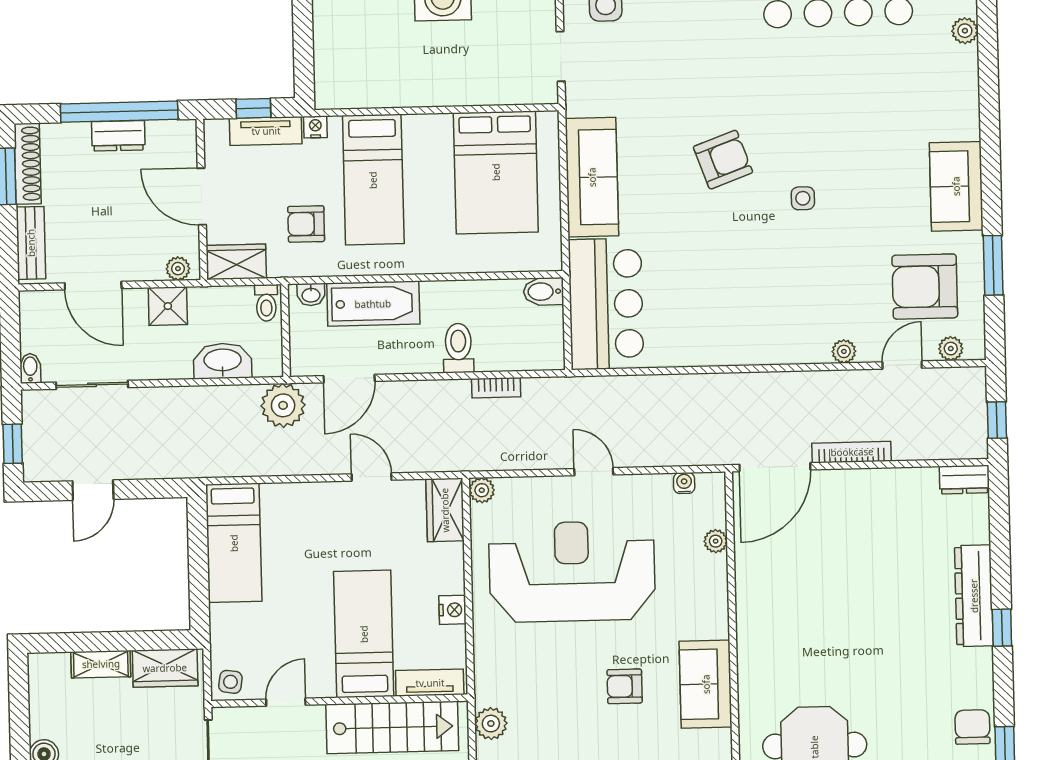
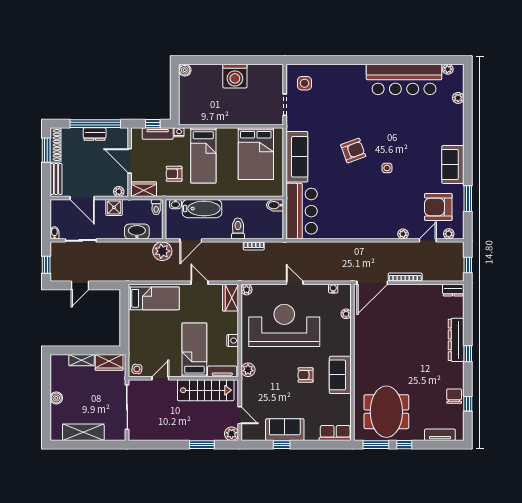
bed: (234, 543) -> (154, 298), moved, turned -90
plant: (491, 724) -> (248, 370), moved

